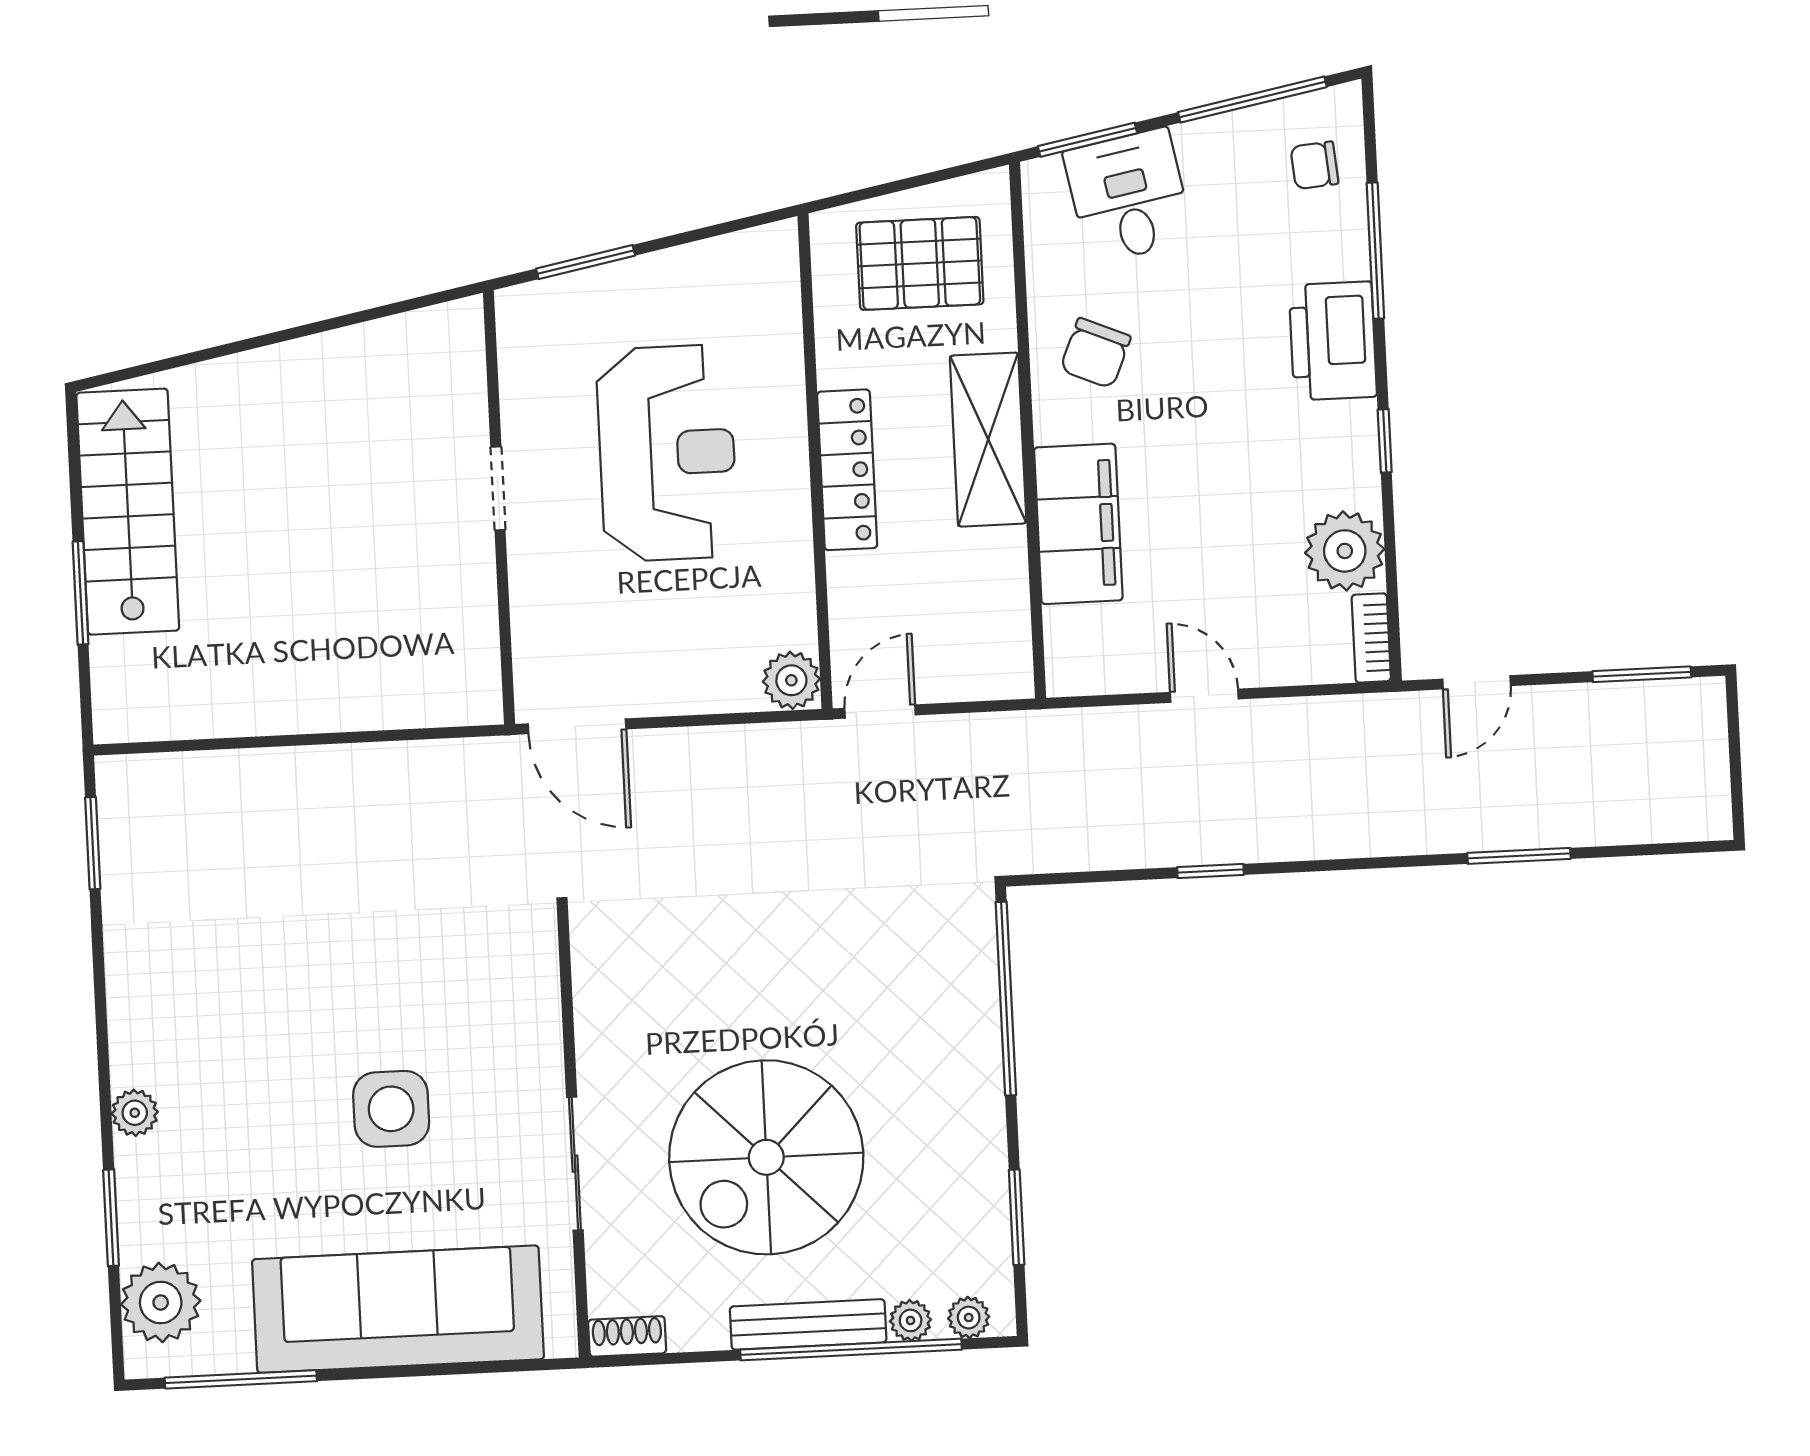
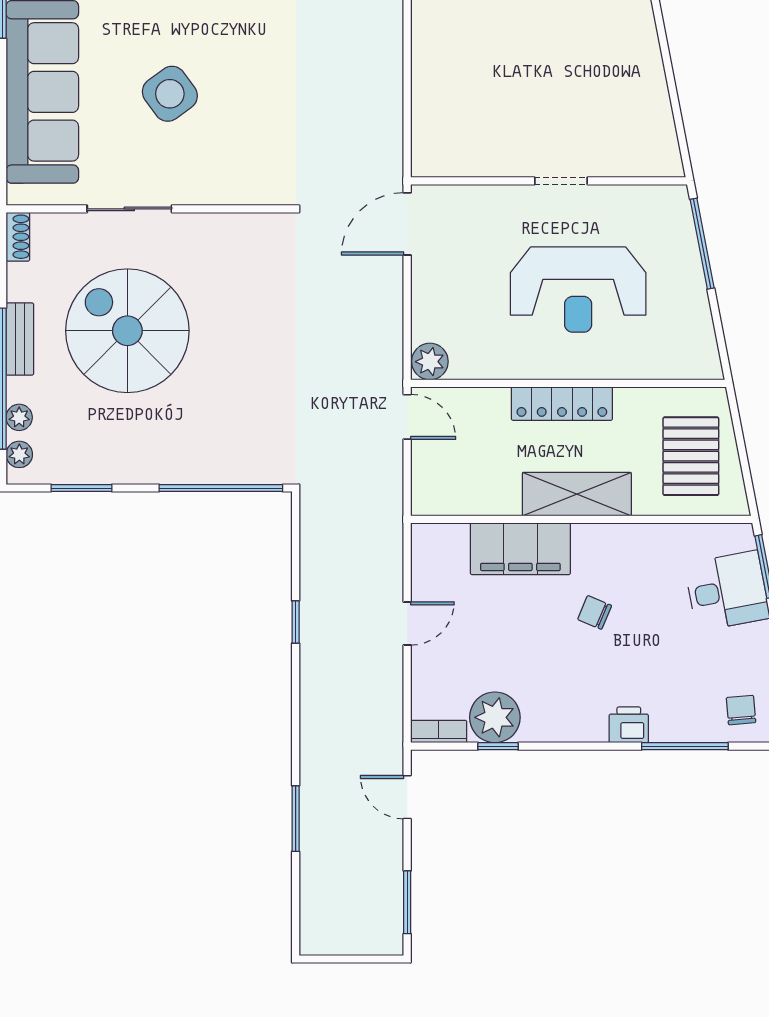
window: (586, 262) -> (702, 244), width x1.44
printer: (1333, 341) -> (629, 725), width x0.53, depth x0.68
chair: (1095, 353) -> (595, 612), moved, width x0.73, depth x0.73
window: (1385, 441) -> (498, 746), moved
side table: (391, 1109) -> (170, 94), turned -36
bench: (808, 1324) -> (20, 339), width x0.73

